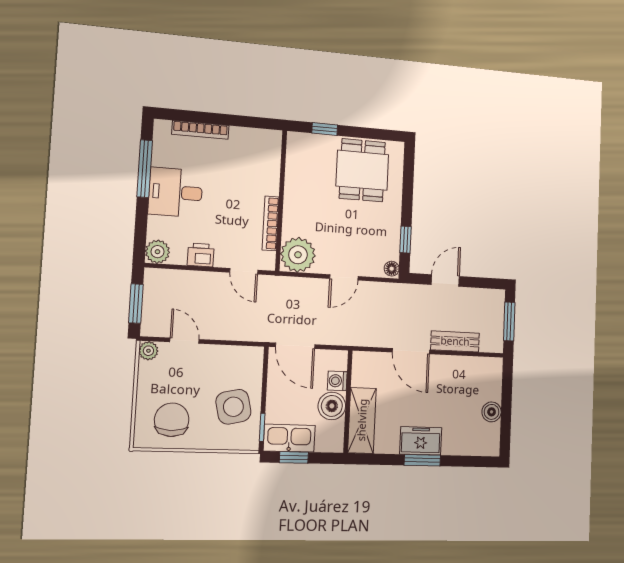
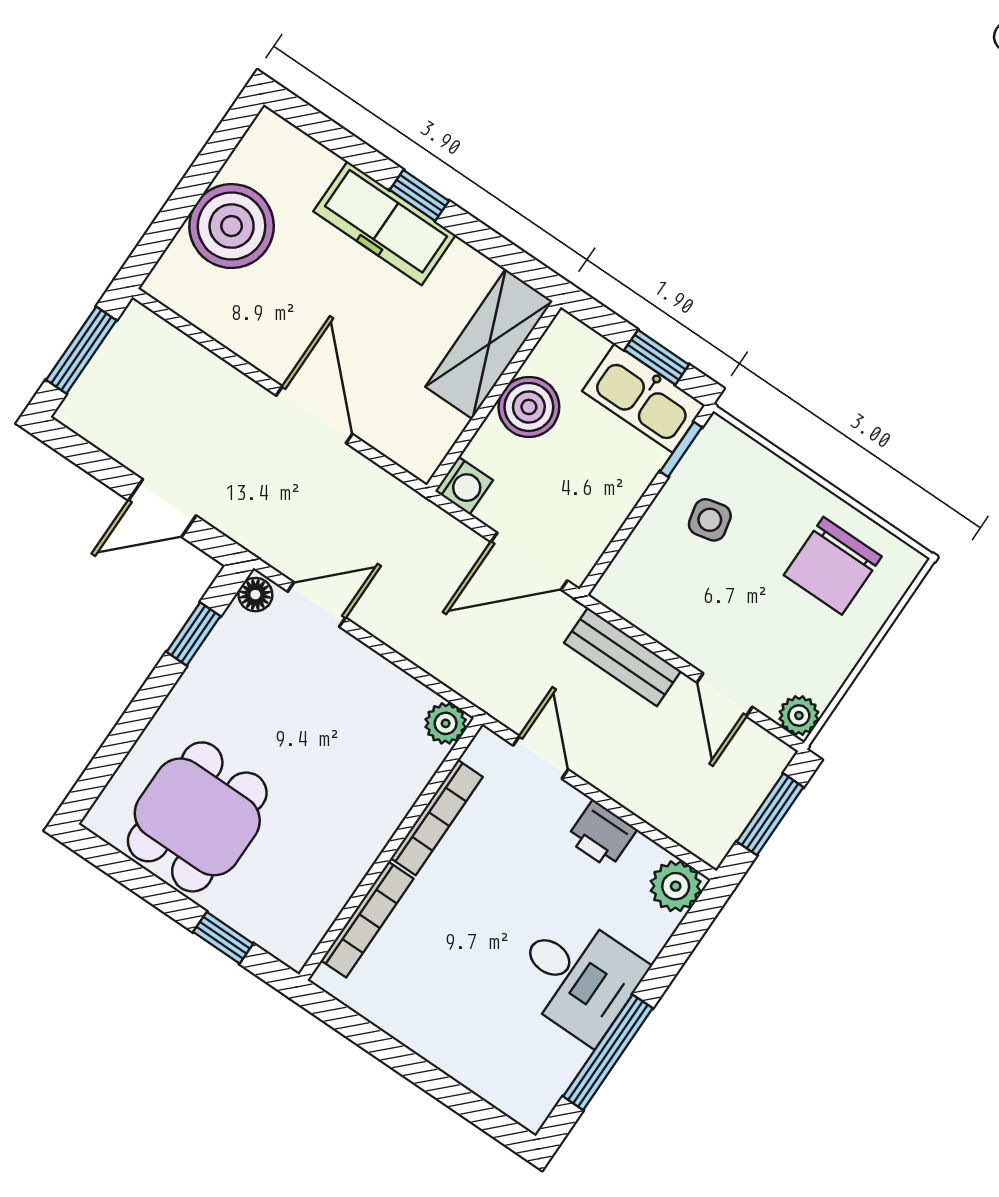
bookcase: (200, 130) -> (367, 919), moved, turned 90
plant: (298, 255) -> (446, 723), width x0.53, depth x0.53
door: (344, 277) -> (317, 605), moved
bench: (455, 341) -> (622, 657), moved
door: (295, 346) -> (529, 561), swing flipped
washing machine: (337, 381) -> (464, 486), moved
side table: (233, 407) -> (710, 520), width x0.54, depth x0.54
boiler: (492, 412) -> (232, 226), width x1.86, depth x1.86
freezer: (421, 441) -> (385, 223), width x1.40
window: (422, 460) -> (419, 195), width x0.67

